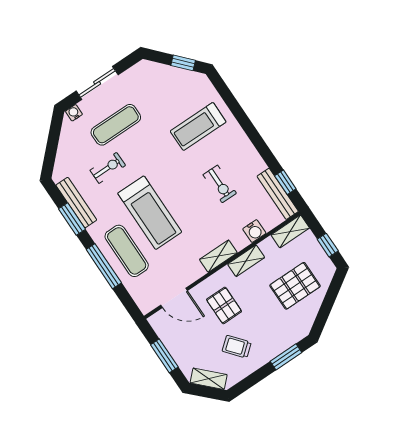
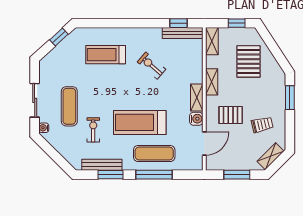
treadmill: (198, 126) -> (106, 55), turned 90
exercise bike: (220, 184) -> (152, 66), turned -139
treadmill: (150, 213) -> (140, 122), turned 180
water cooler: (254, 231) -> (196, 119), moved
trolley: (237, 347) -> (262, 125), turned -153

